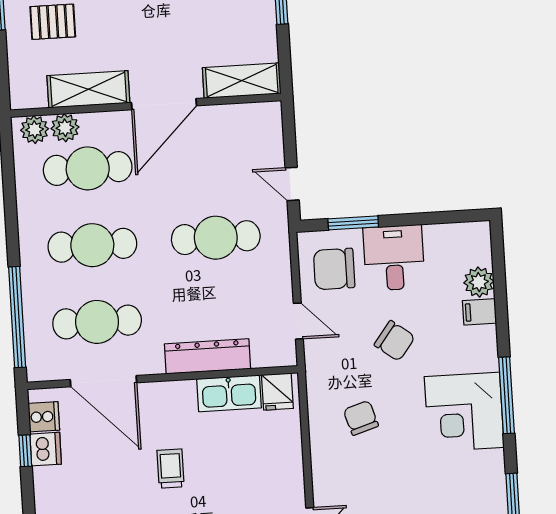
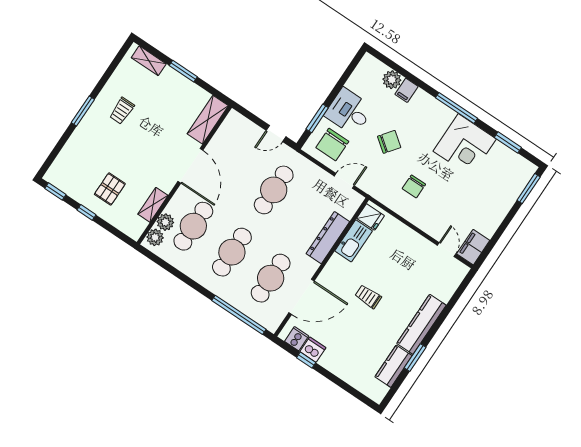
shelving: (88, 89) -> (153, 205), width x0.67, depth x0.75
corner desk: (464, 412) -> (465, 145), moved
chair: (361, 418) -> (414, 186), turned -73

